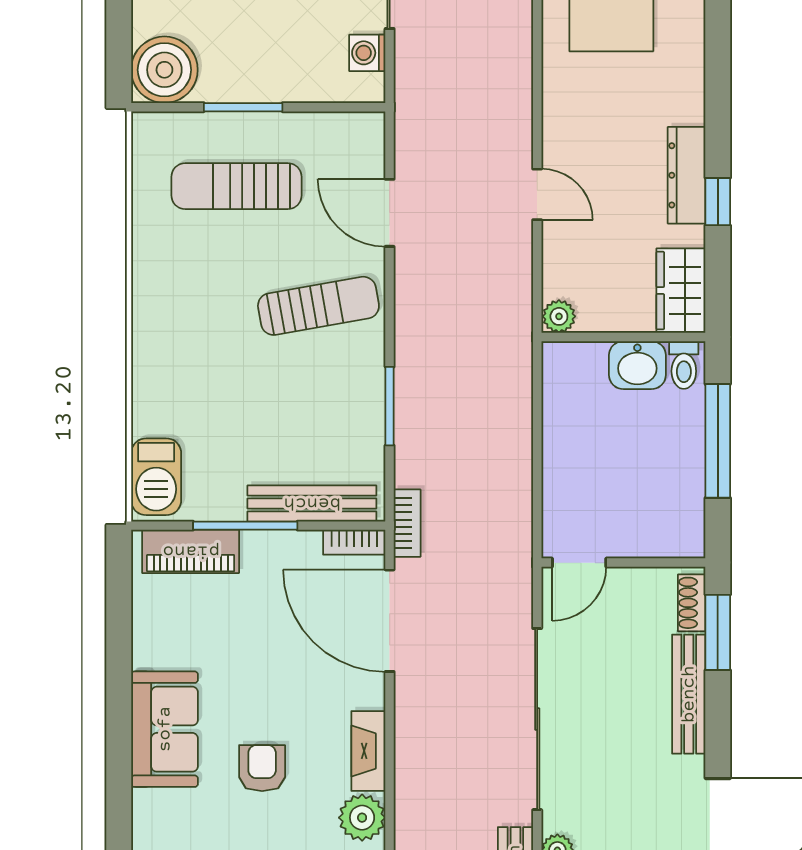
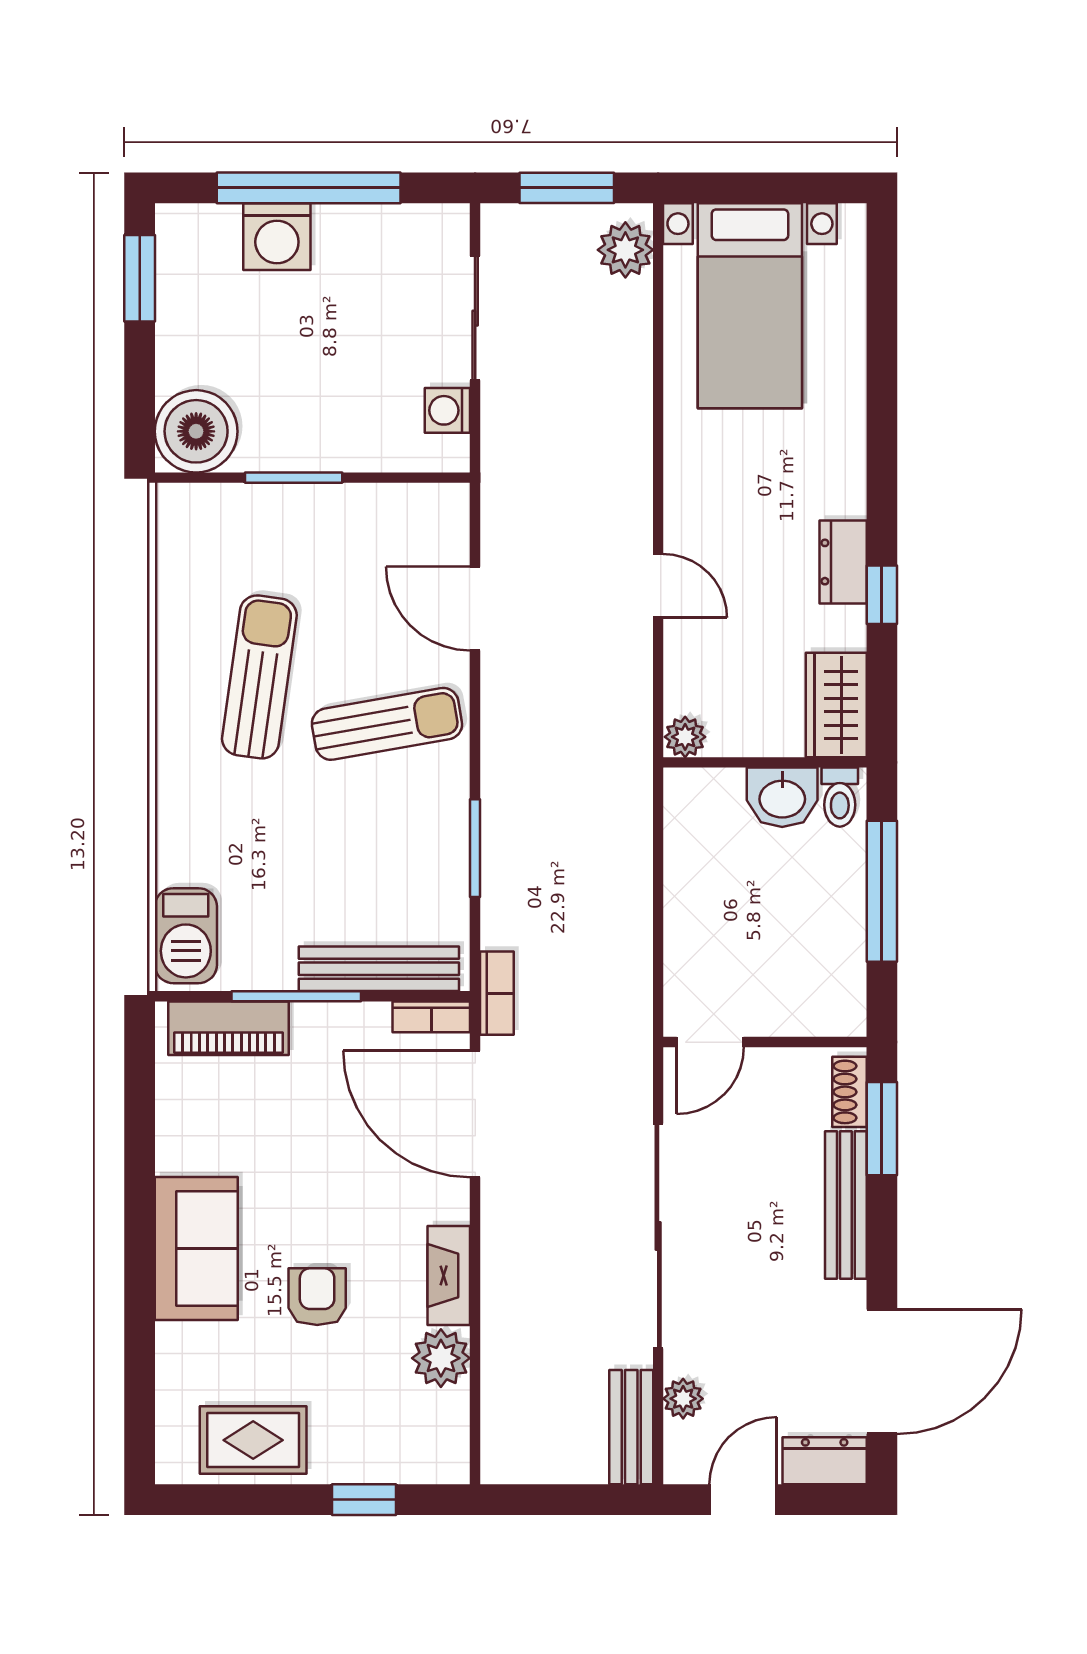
dresser: (687, 175) -> (843, 562), width x0.70
sun lounger: (236, 186) -> (259, 677), moved, turned 98

